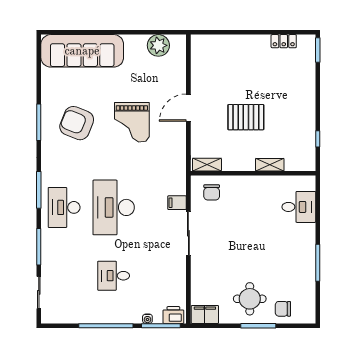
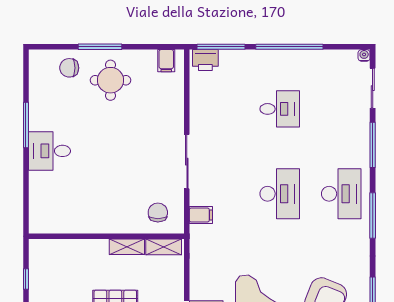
shelving: (270, 165) -> (127, 247), moved
filing cabinet: (177, 203) -> (201, 215), moved
desk: (114, 207) -> (280, 194), width x0.73, depth x0.77
desk: (299, 207) -> (49, 151), moved
chair: (283, 309) -> (69, 68), turned 180
filing cabinet: (205, 314) -> (166, 61), width x0.50
water cooler: (147, 319) -> (364, 55), moved

